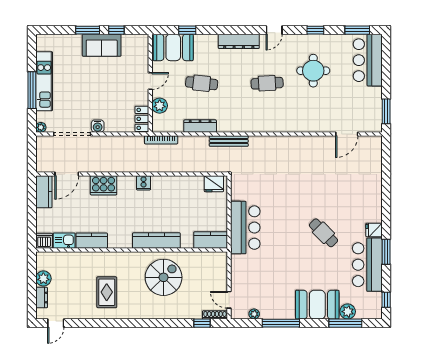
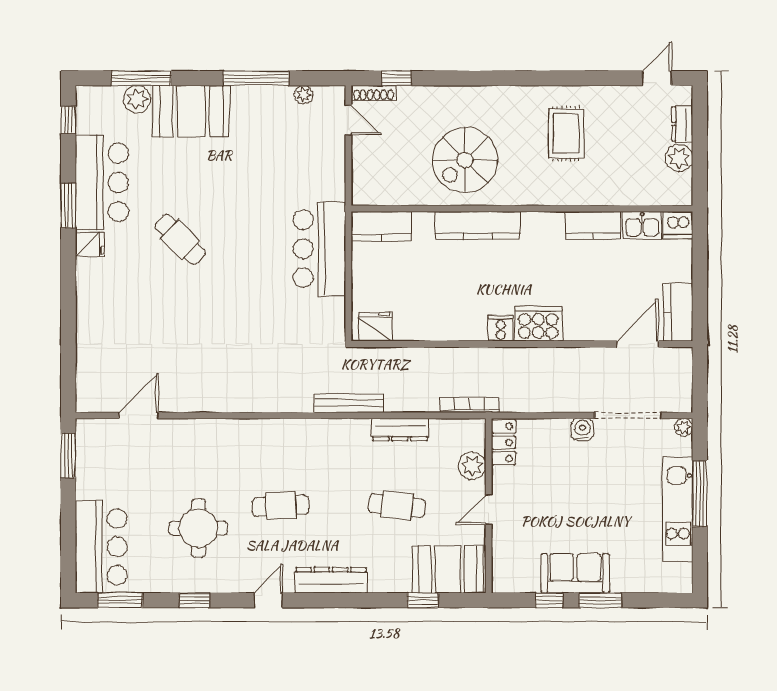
cooker: (104, 185) -> (538, 324), moved

